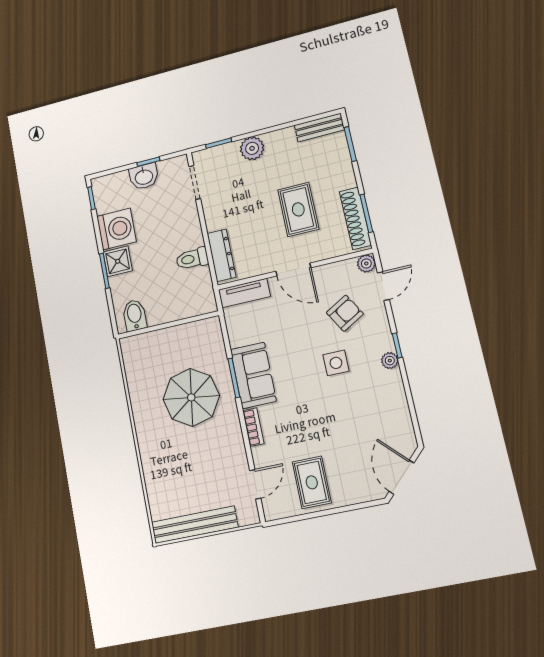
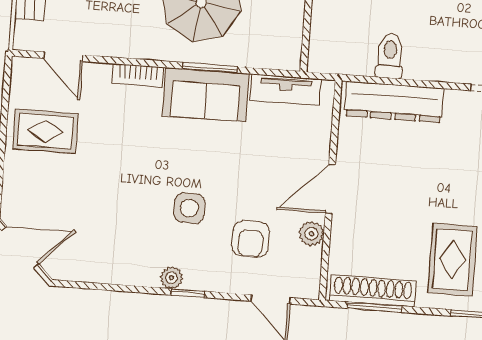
rug: (298, 209) -> (452, 260), moved, turned 90
dresser: (221, 255) -> (394, 102), width x1.37, depth x1.24
plant: (366, 263) -> (312, 234), moved
tv unit: (244, 293) -> (286, 90), moved, turned -90
armchair: (345, 313) -> (251, 239), turned 30

